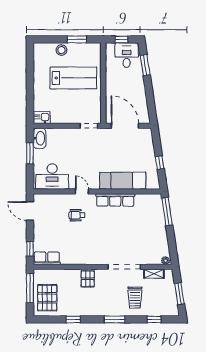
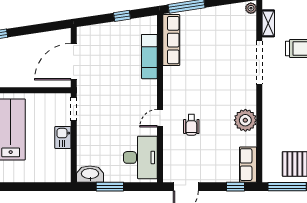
kitchen sink: (42, 118) -> (63, 138), moved
exam couch: (123, 181) -> (149, 57), width x0.73, depth x0.69
row of seats: (115, 200) -> (171, 40), moved
plant: (80, 256) -> (245, 120), added
pallet: (88, 279) -> (275, 111), removed

